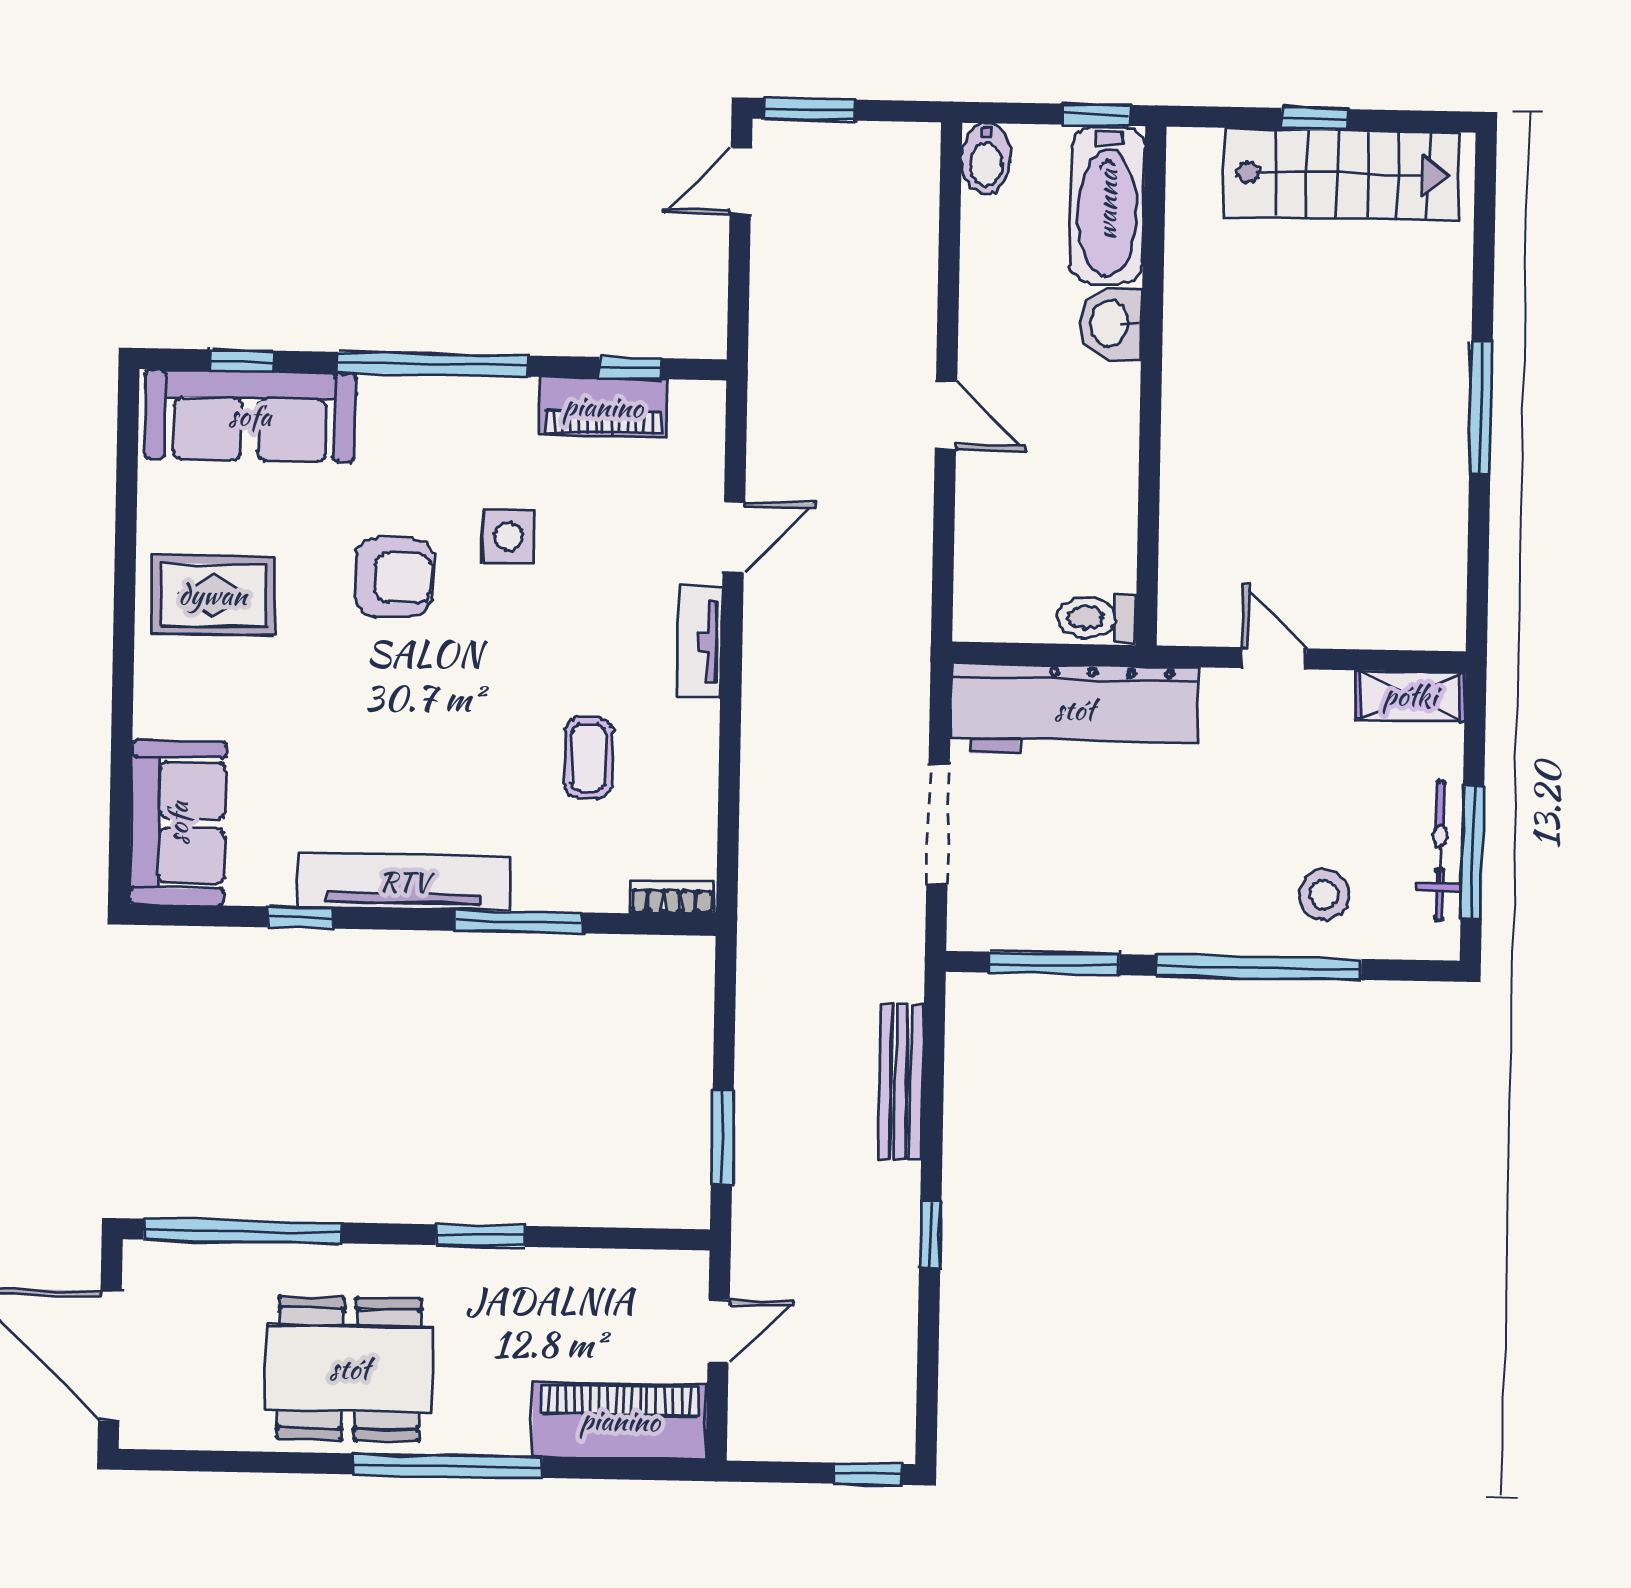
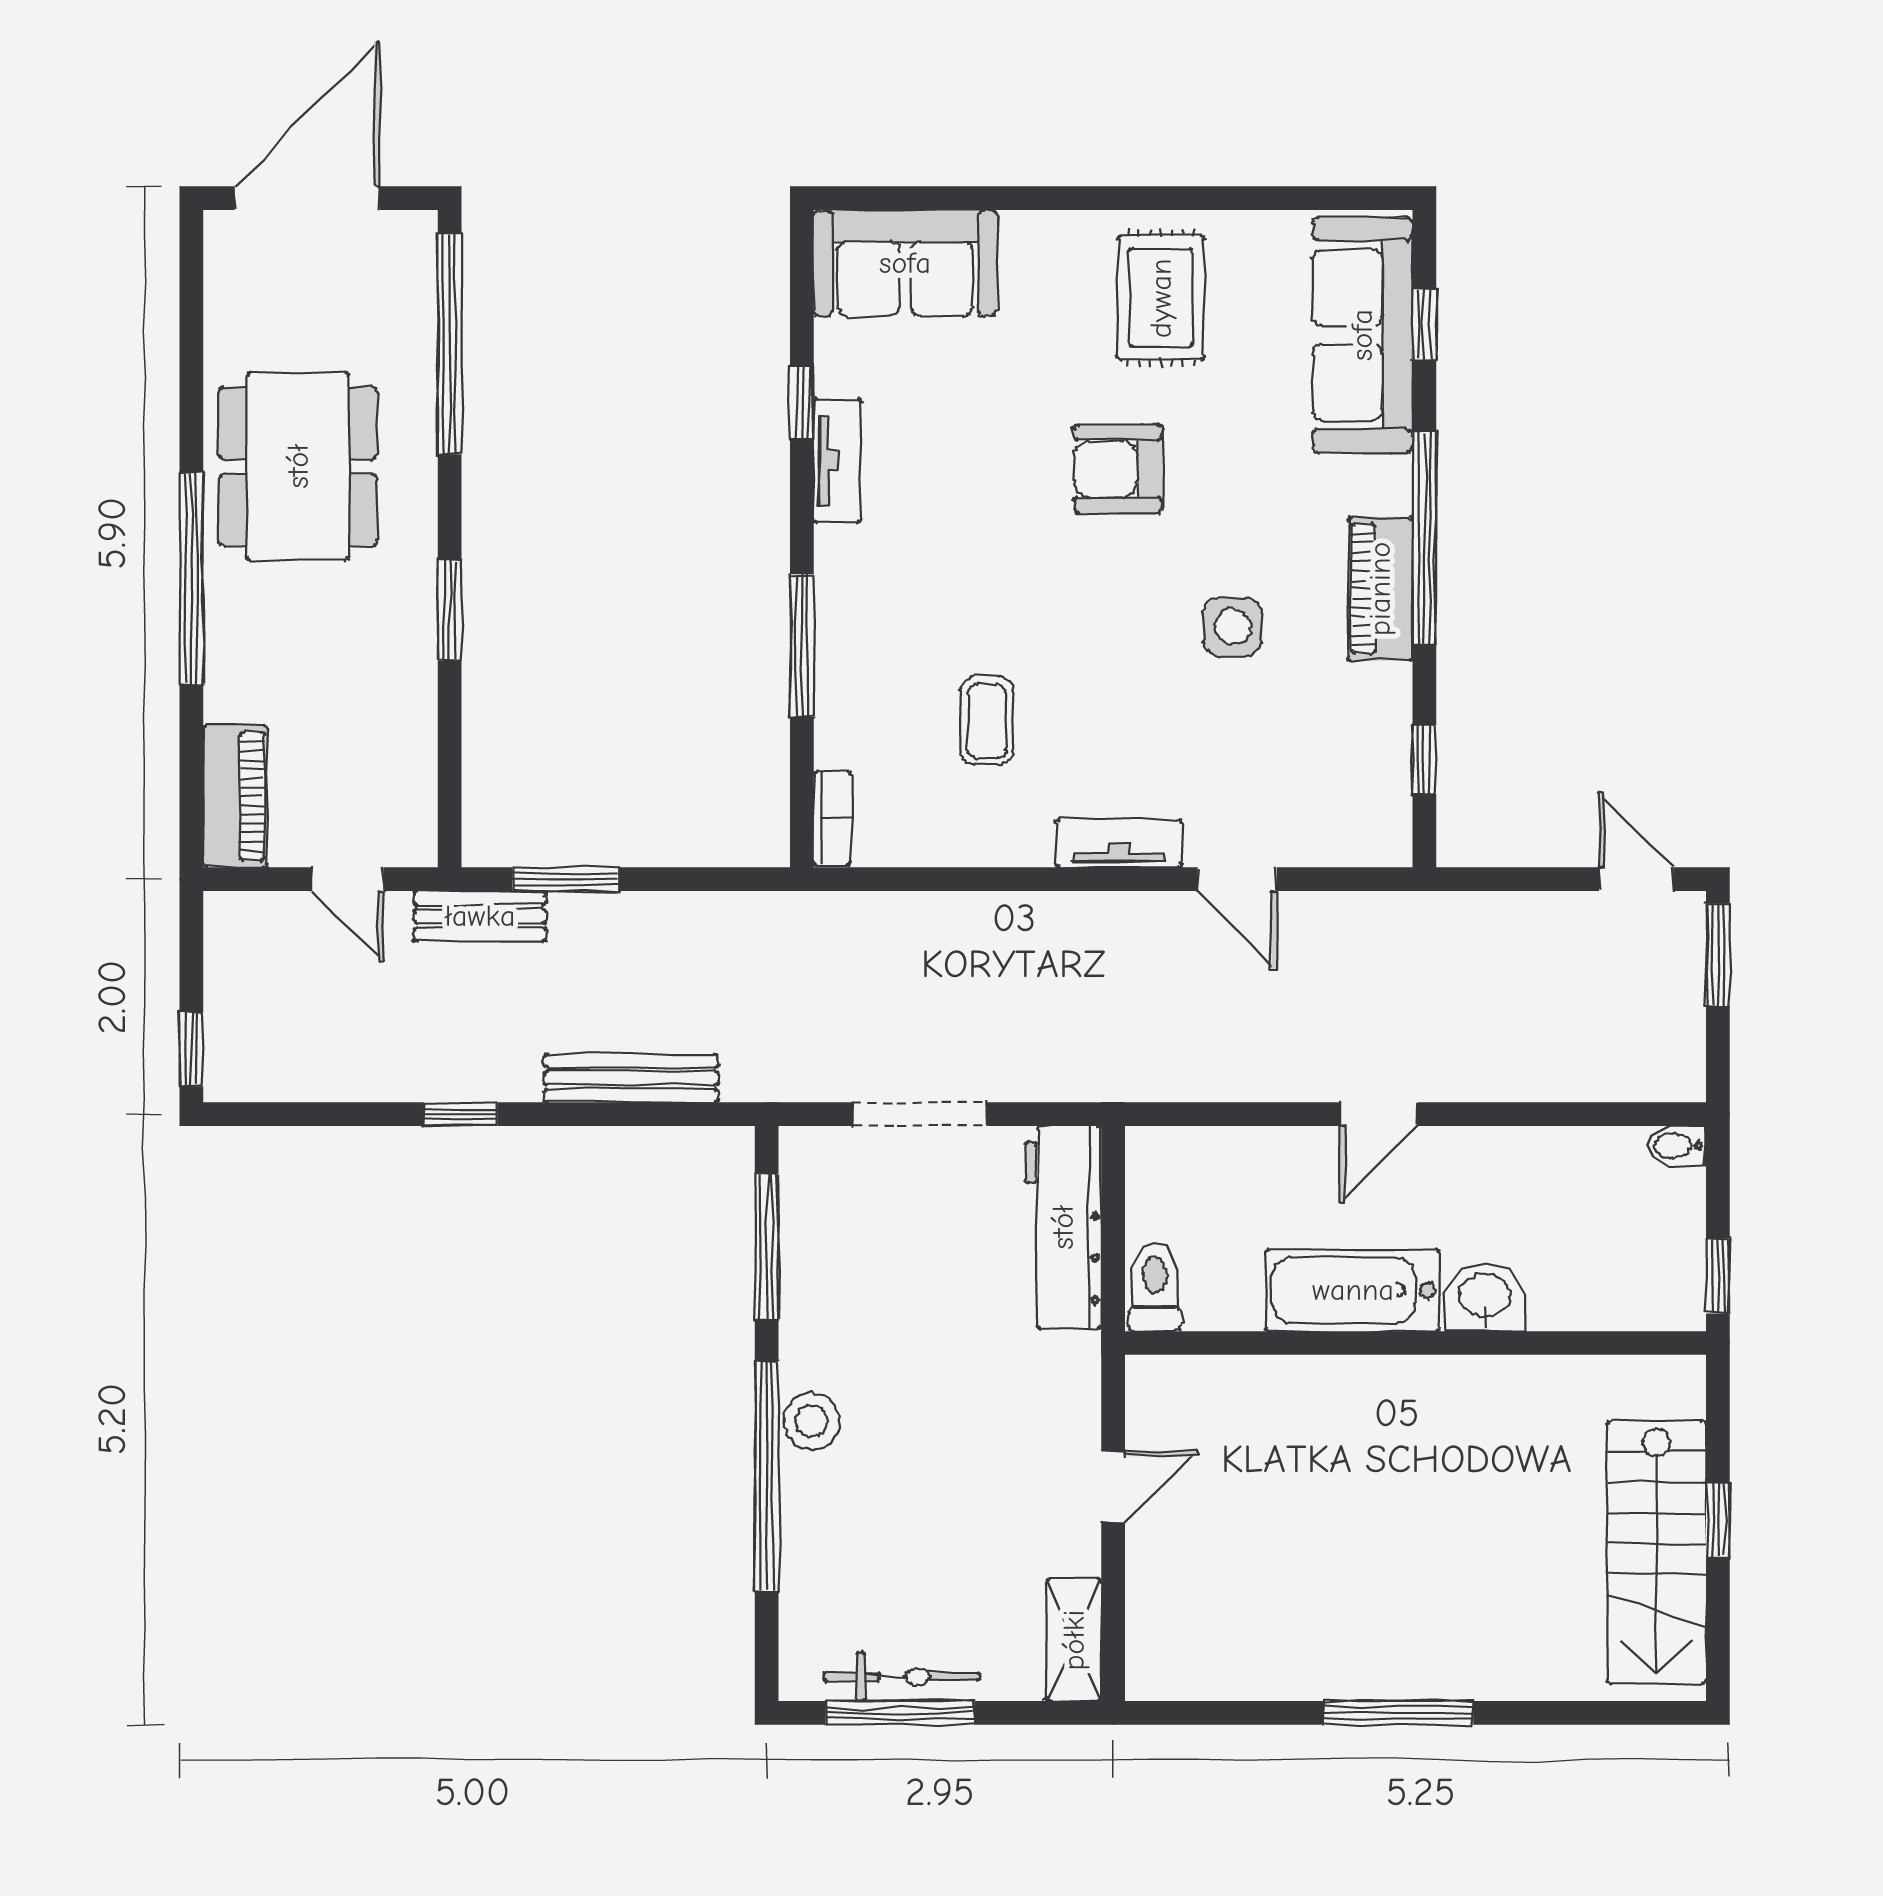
bidet: (986, 159) -> (1677, 1146), width x0.72, depth x0.74
bathtub: (1107, 205) -> (1353, 1290), moved
piano: (603, 407) -> (1380, 589), moved
armchair: (394, 577) -> (1118, 469), moved, turned 90
workbench: (1074, 710) -> (1063, 1227), width x0.73, depth x0.76
coffee table: (588, 758) -> (987, 721), turned 90
tv unit: (404, 882) -> (837, 461), width x0.52, depth x0.78
stool: (1324, 895) -> (811, 1421), moved
bench: (754, 1214) -> (480, 916), added
piano: (620, 1421) -> (235, 796), width x0.73, depth x0.75

